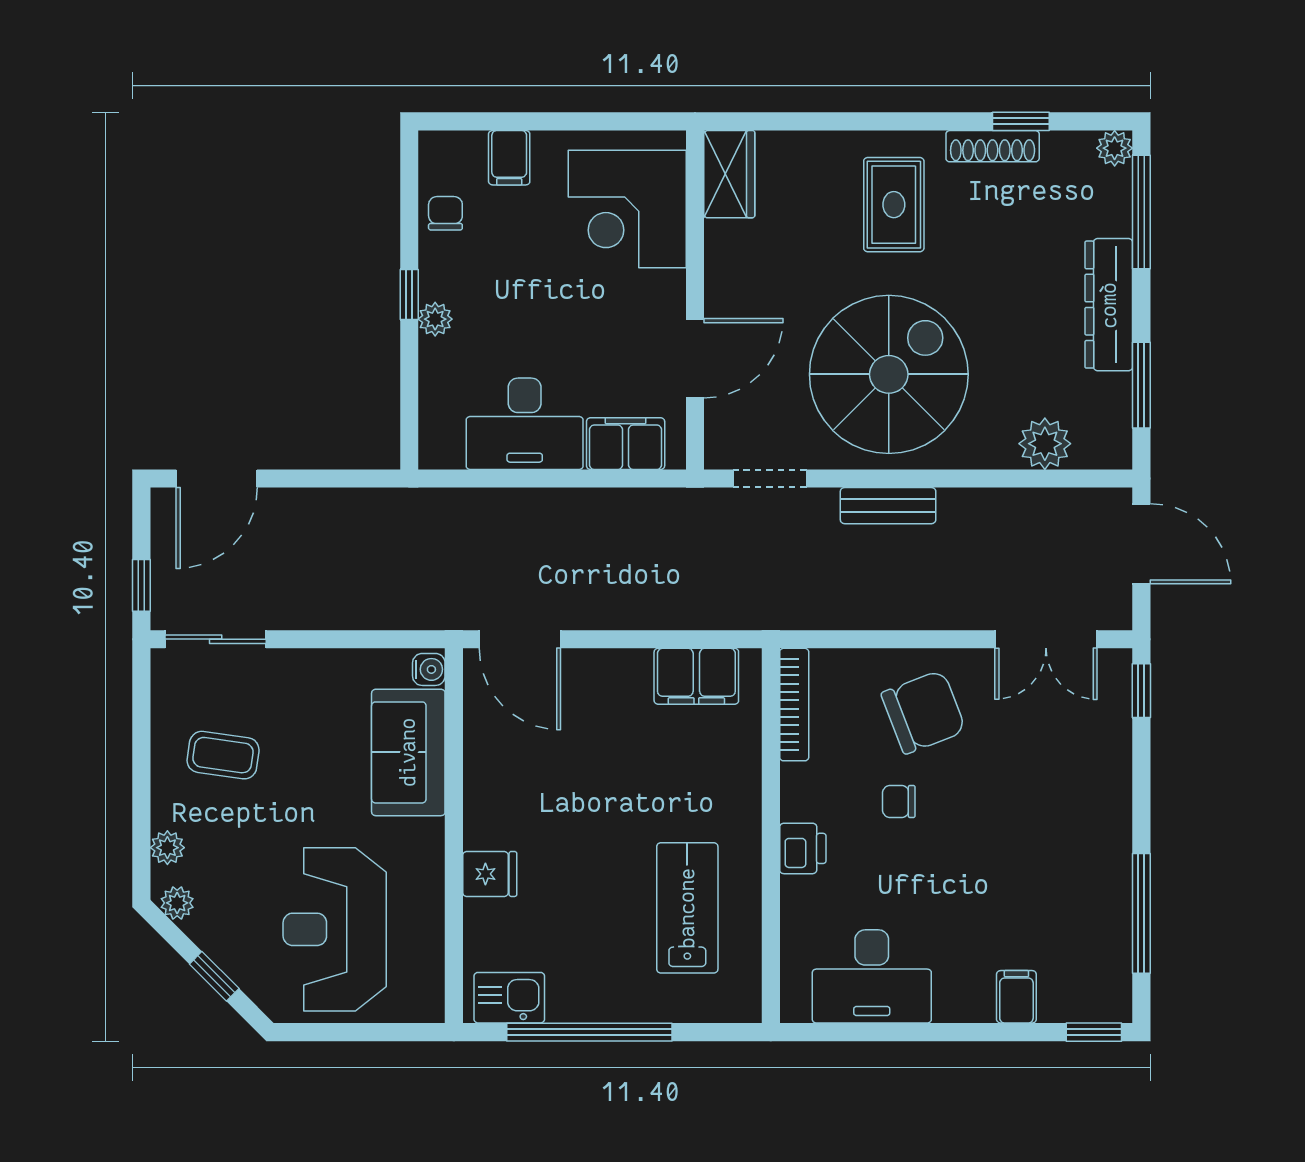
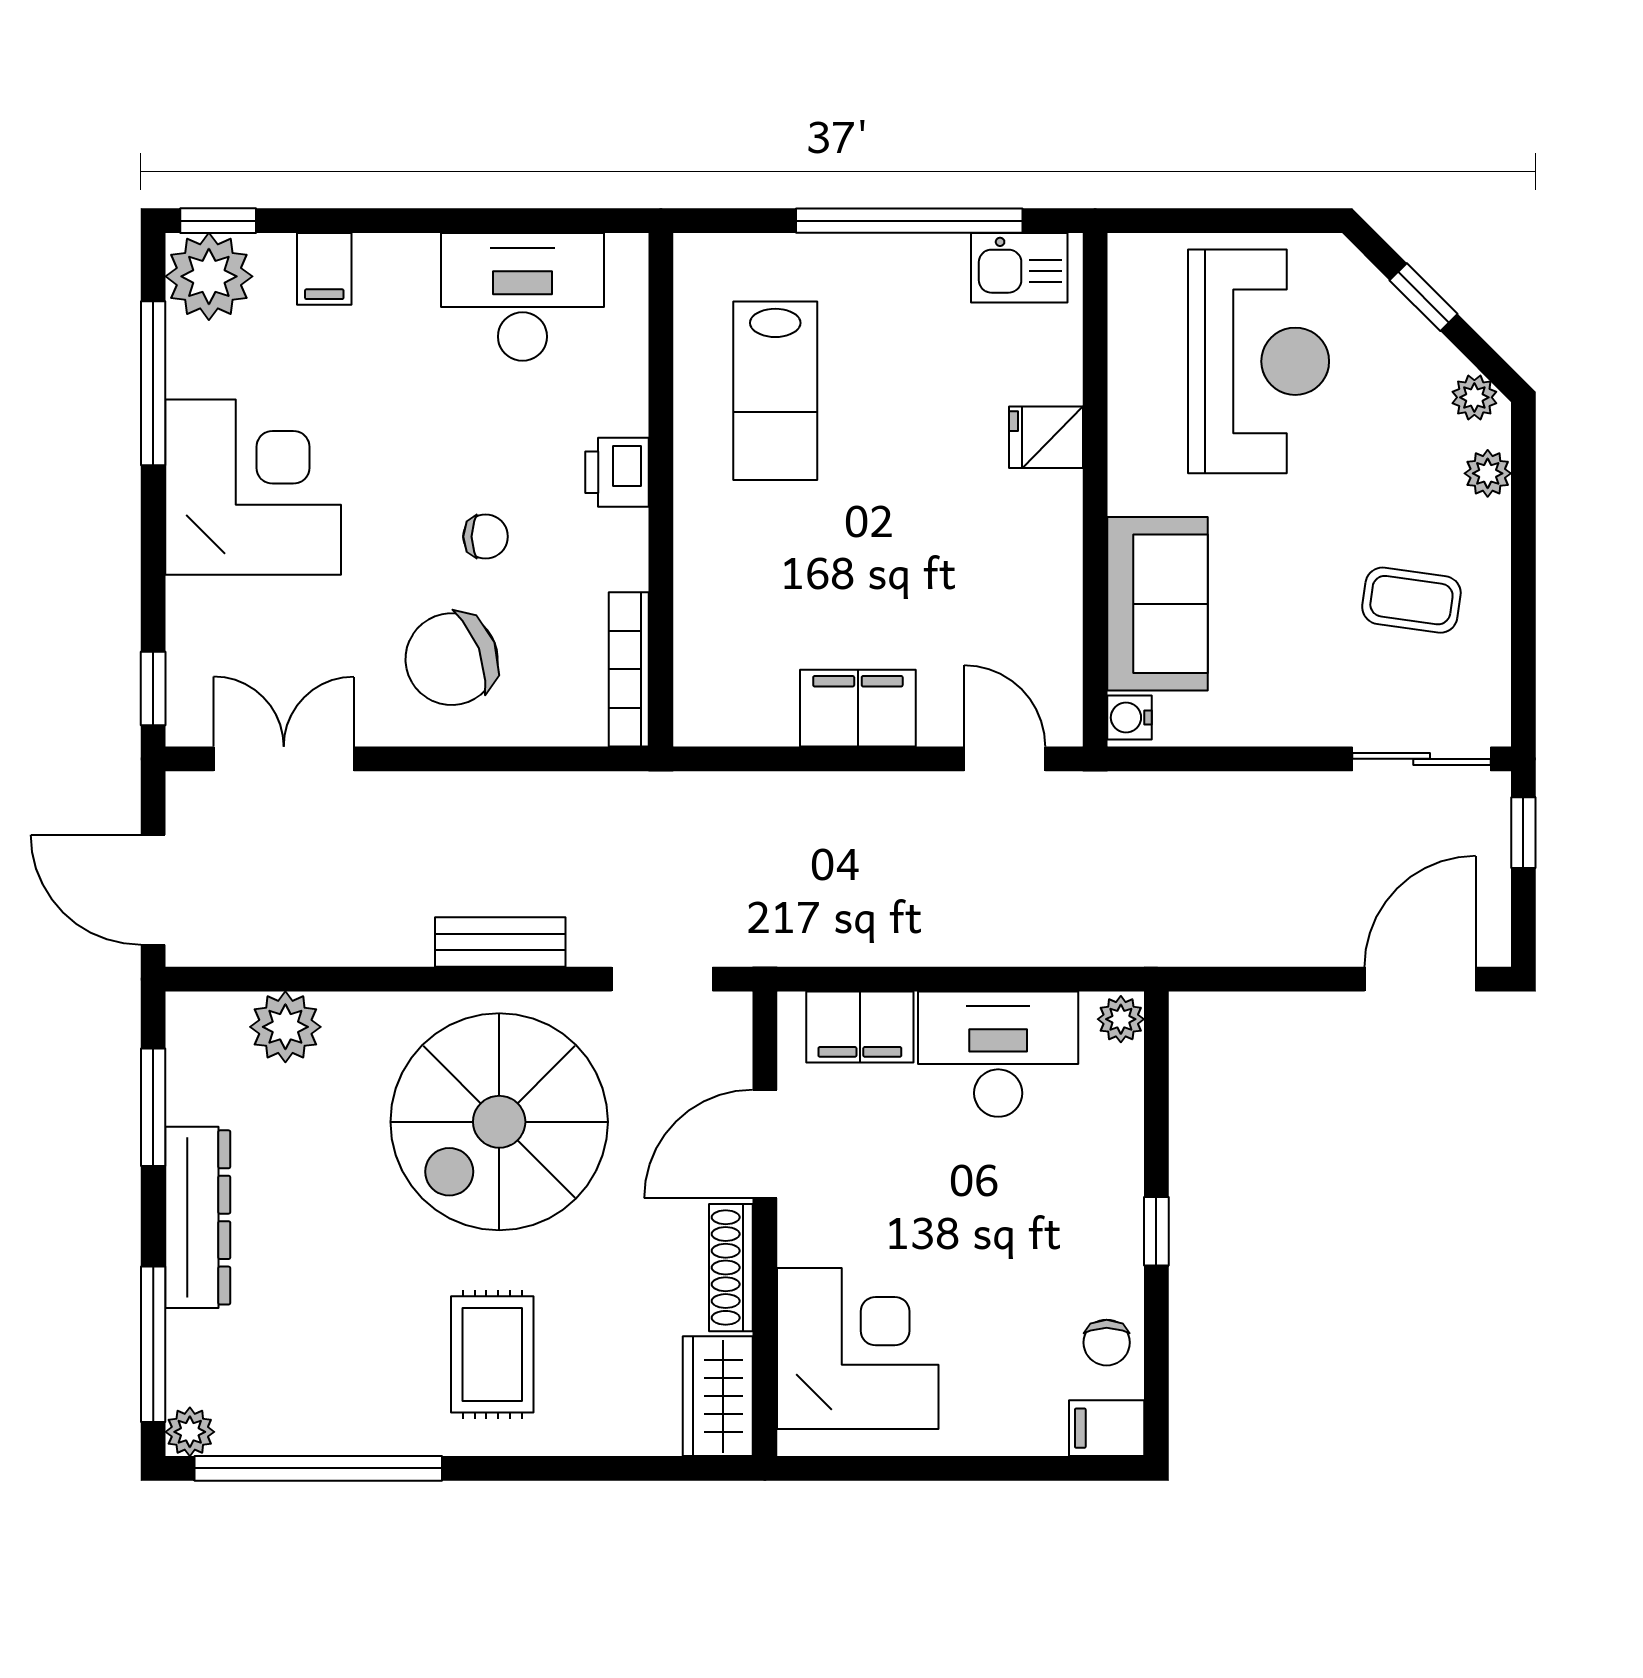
window: (1021, 121) -> (318, 1468), width x3.17
shoe rack: (993, 146) -> (731, 1268), moved, turned -90
filing cabinet: (509, 158) -> (1107, 1428), moved, turned -90
plant: (435, 319) -> (1121, 1019), moved
door: (520, 639) -> (1005, 759), width x0.73
filing cabinet: (696, 676) -> (858, 708), moved
corner desk: (1068, 838) -> (253, 487), added
plant: (1101, 991) -> (209, 276), added

